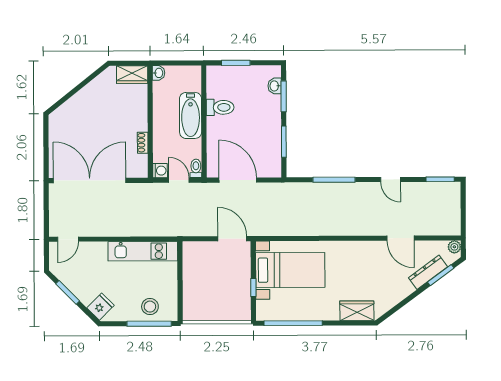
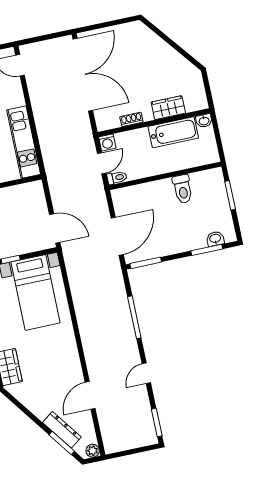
wardrobe: (132, 75) -> (168, 108), moved, turned 90
bathtub: (191, 115) -> (173, 132), moved, turned 180
window: (284, 142) -> (146, 263), moved
door: (238, 180) -> (117, 236), moved
door: (232, 239) -> (55, 228), hinge flipped

